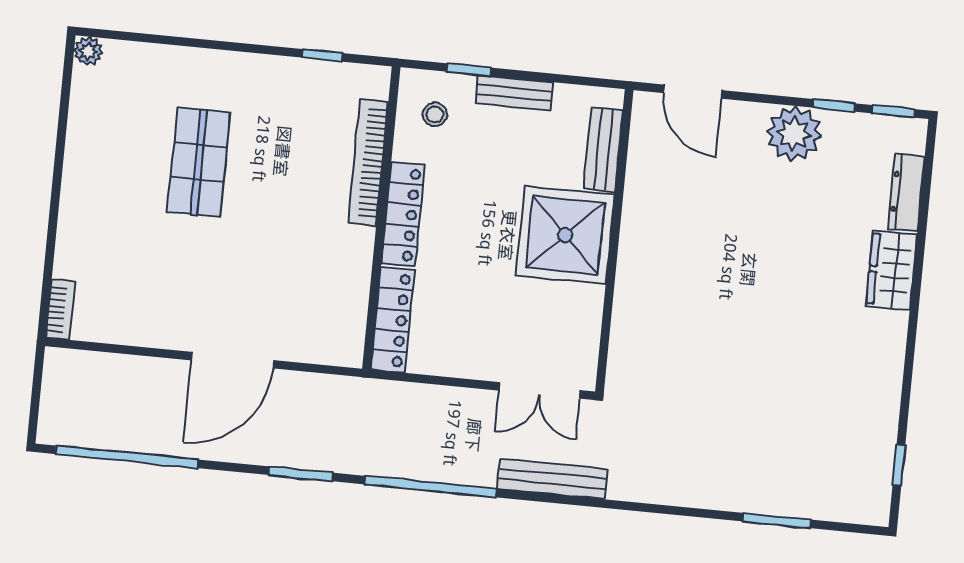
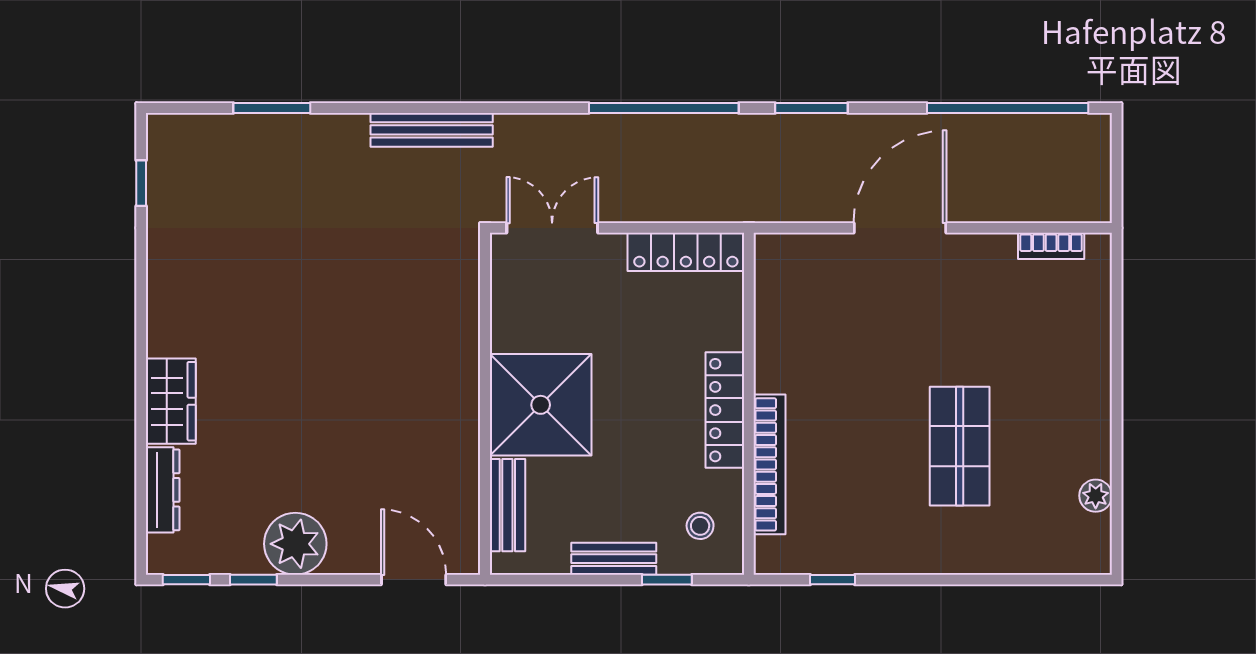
plant: (88, 51) -> (1096, 496), moved
bookcase: (60, 310) -> (1051, 246), moved, turned -90
locker: (393, 320) -> (686, 252), moved, turned -90
bench: (552, 479) -> (432, 130), moved

